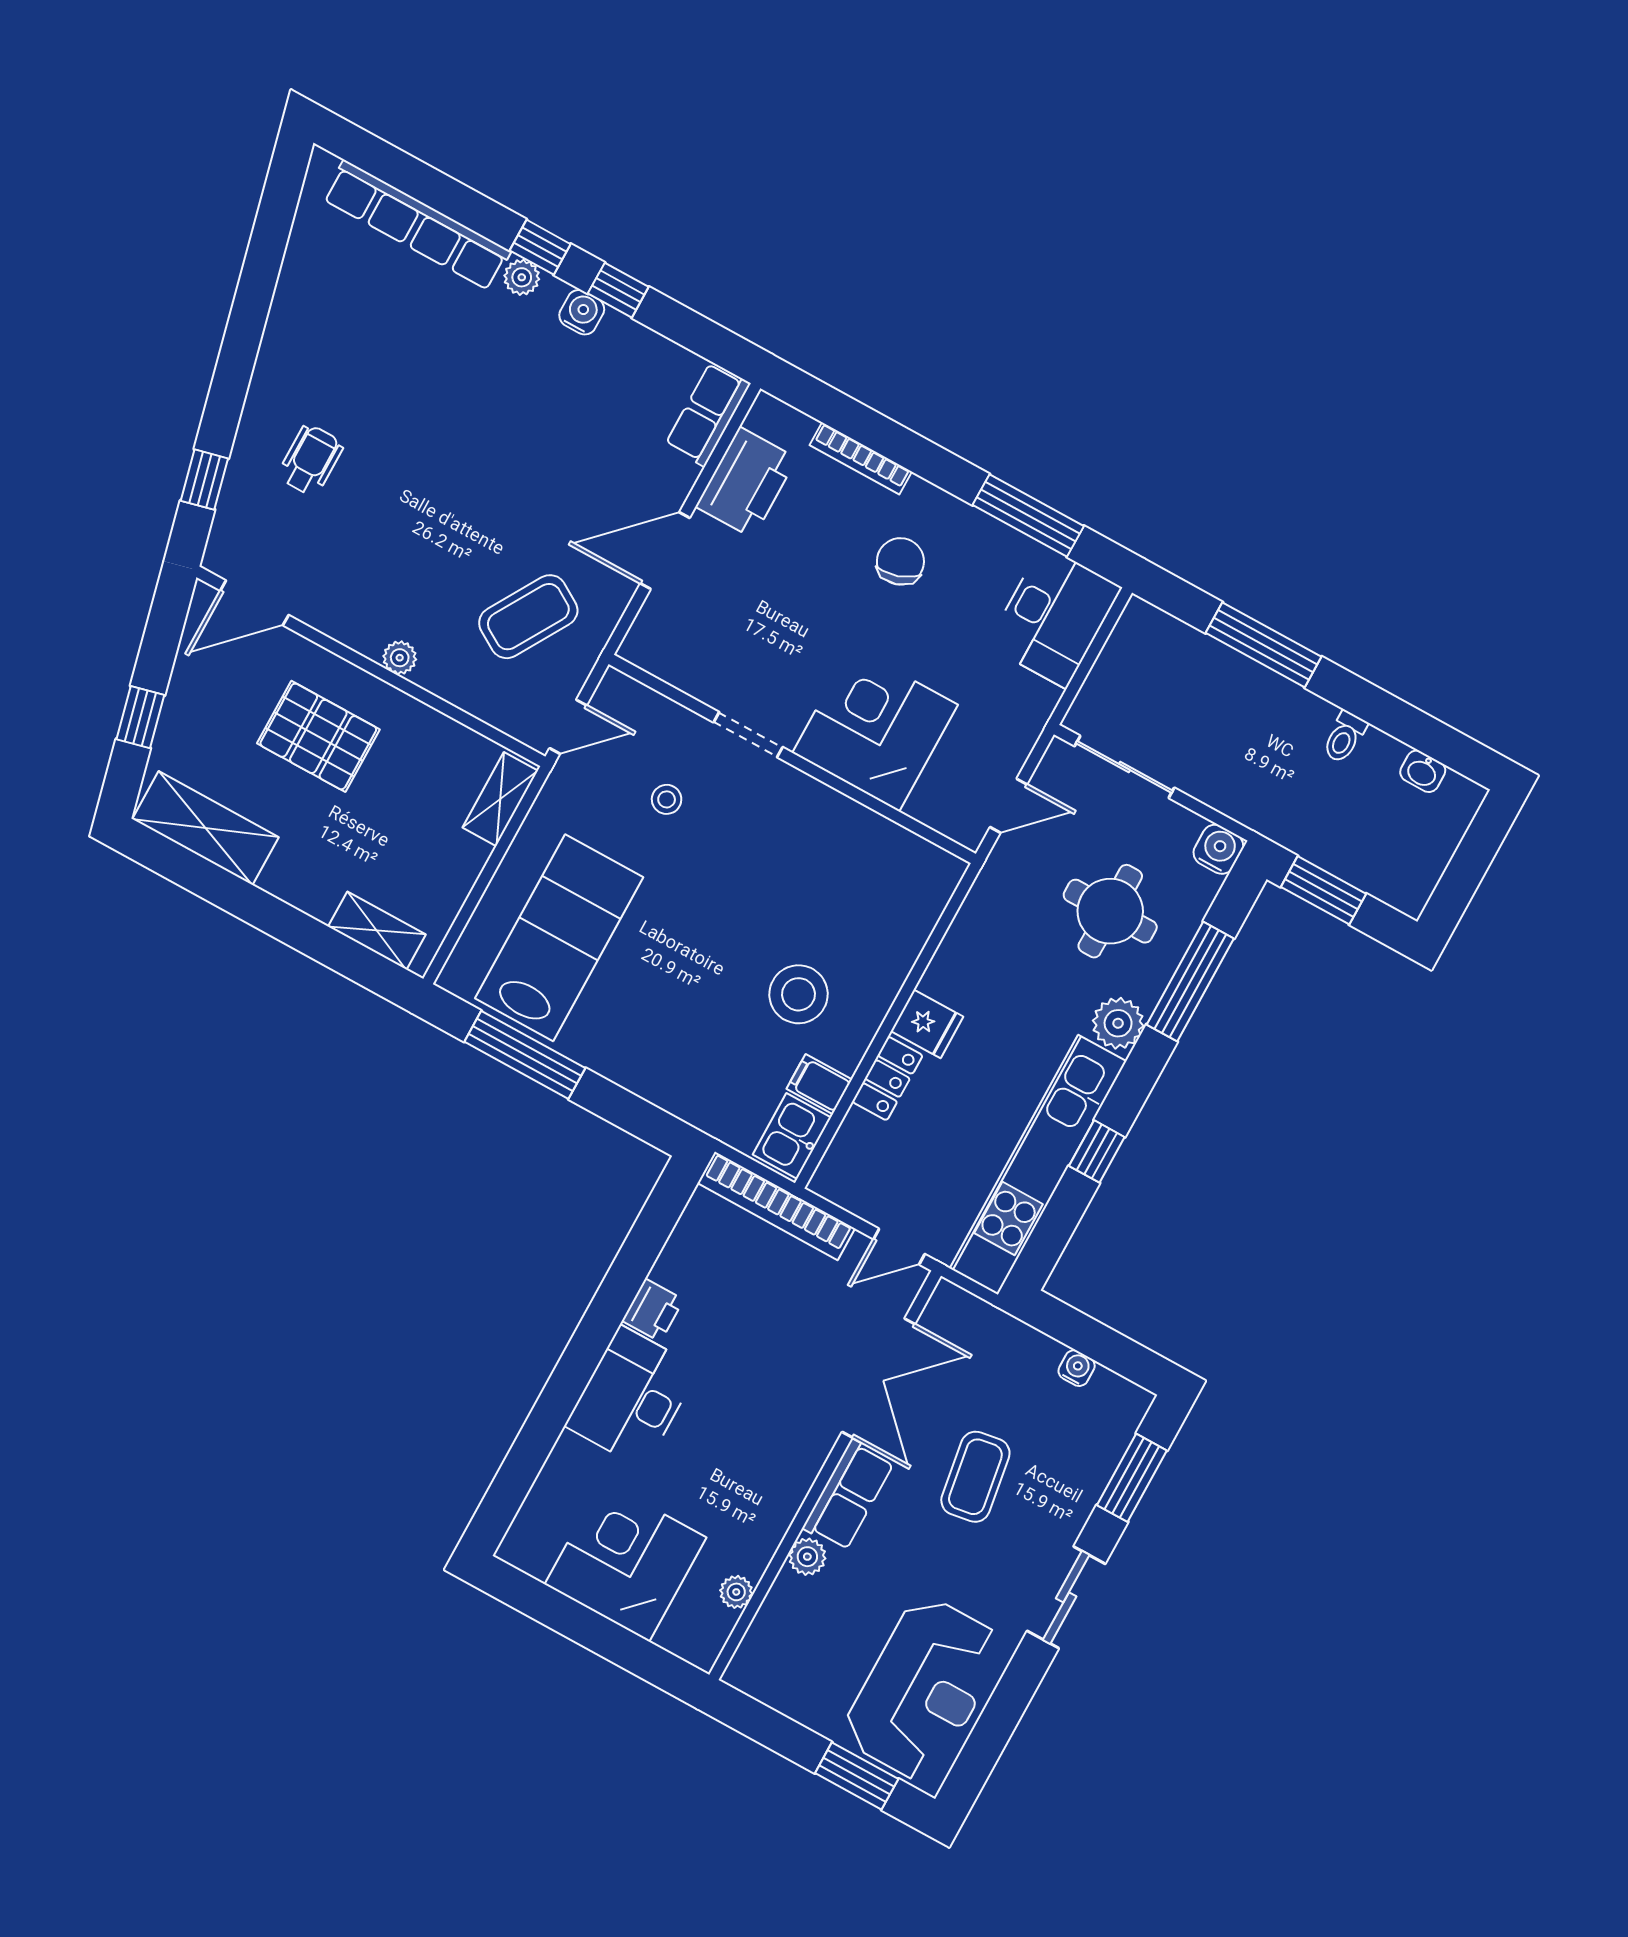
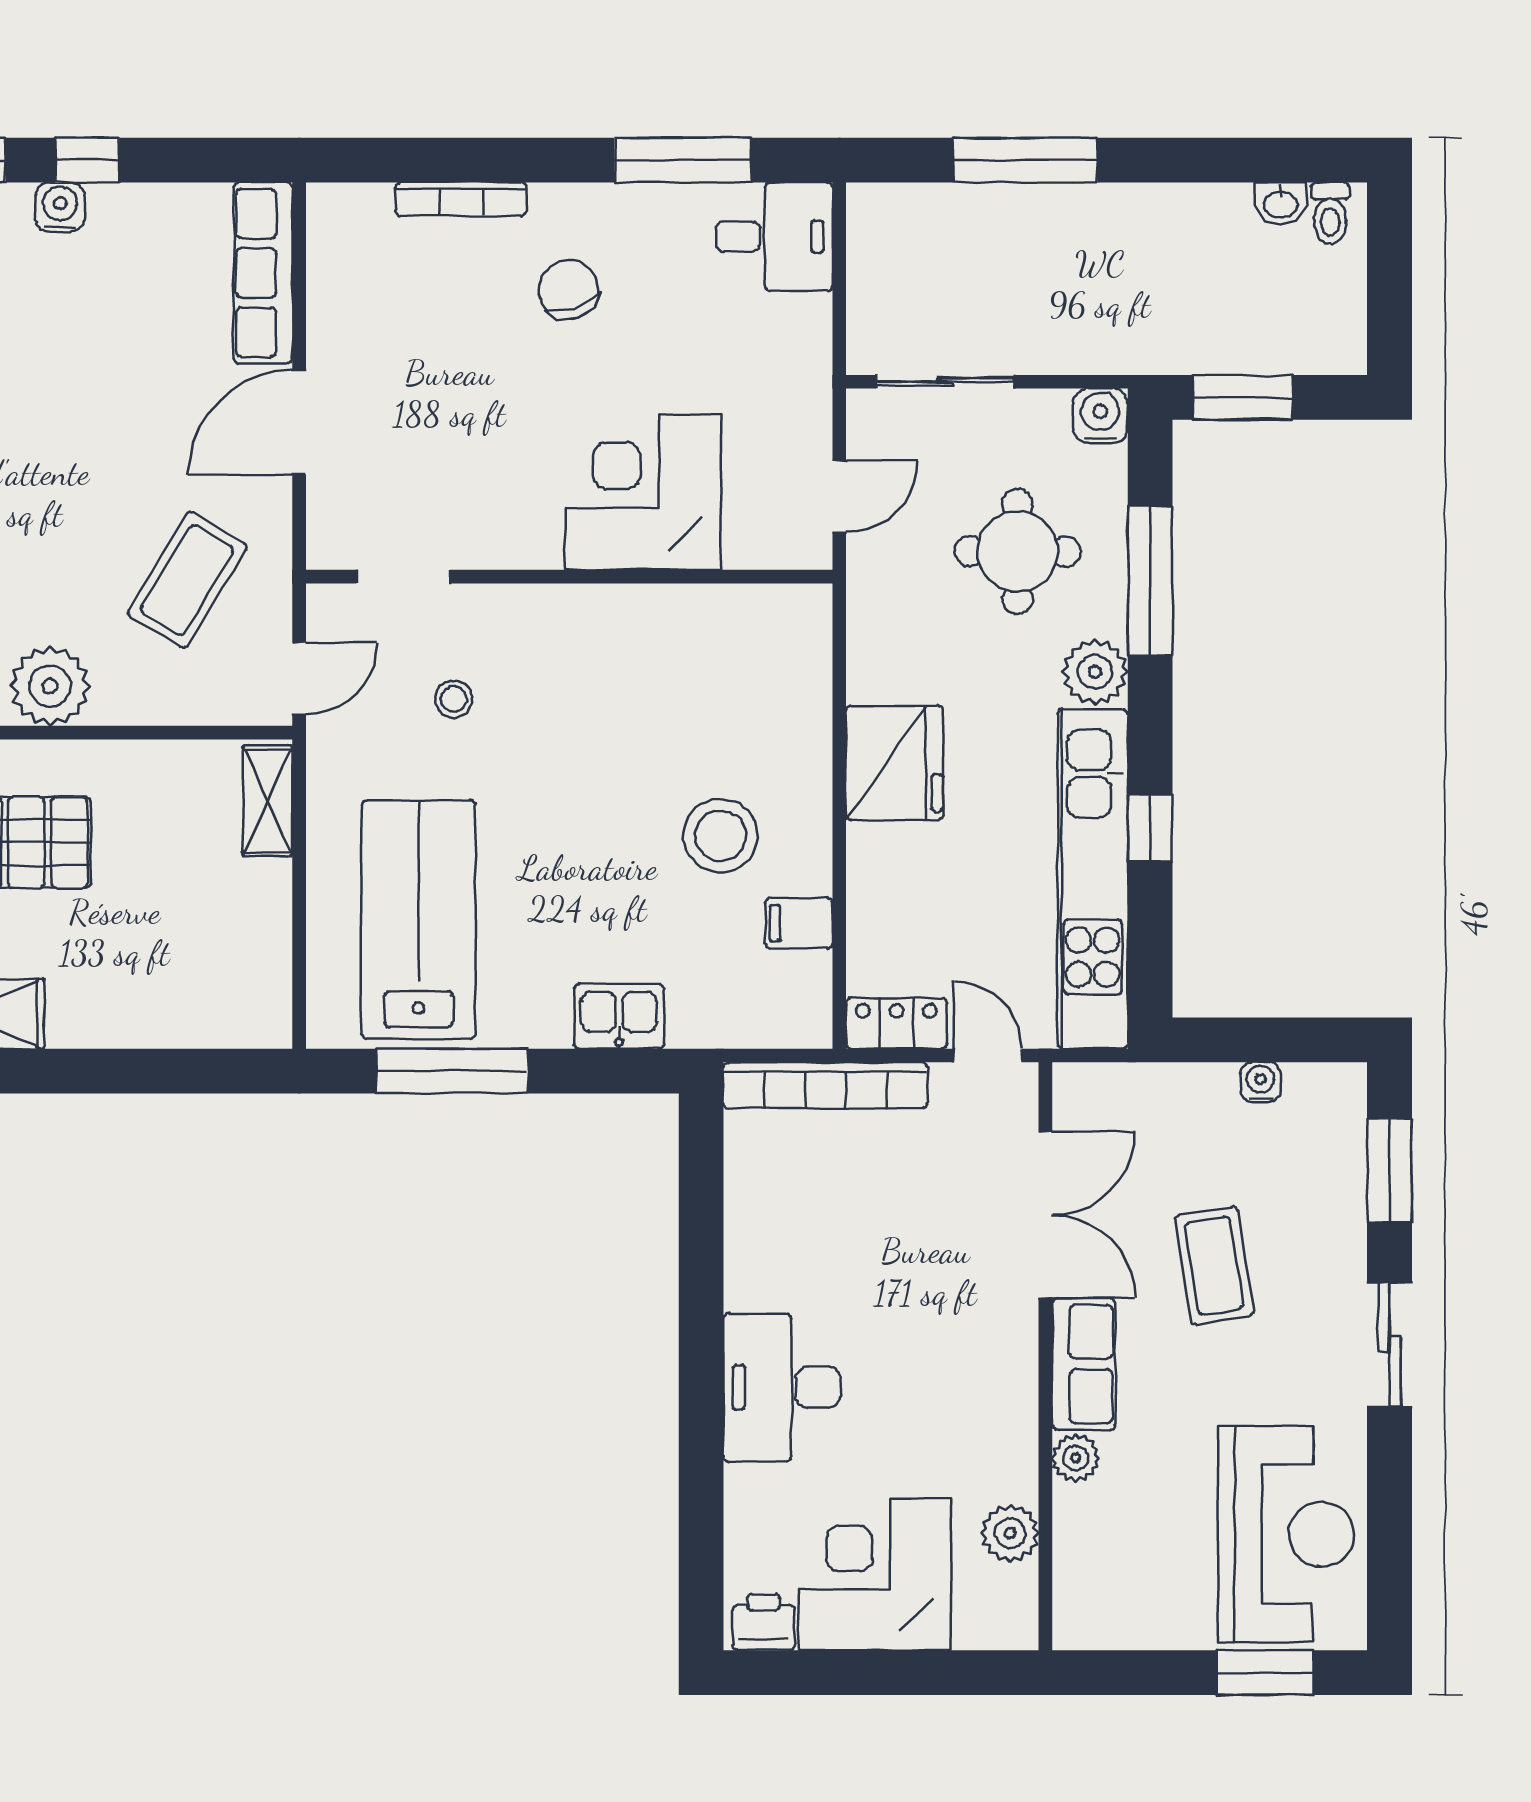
row of seats: (708, 414) -> (263, 273), width x1.48
printer: (746, 482) -> (348, 296), removed
desk: (1054, 616) -> (774, 237), width x0.73
plant: (400, 658) -> (50, 686), width x1.88, depth x1.88
doorway: (748, 735) -> (403, 577), moved
toilet: (1344, 737) -> (1330, 213), moved
shelving: (377, 931) -> (211, 1023), removed
fridge: (927, 1024) -> (895, 763), width x1.88, depth x1.34
locker: (887, 1078) -> (896, 1023), moved, turned -90
kitchen sink: (792, 1136) -> (619, 1016), moved, turned 90
door: (899, 1247) -> (988, 1056), swing flipped
printer: (653, 1310) -> (764, 1622), moved, turned -90
plant: (736, 1592) -> (1010, 1533), width x1.38, depth x1.38

